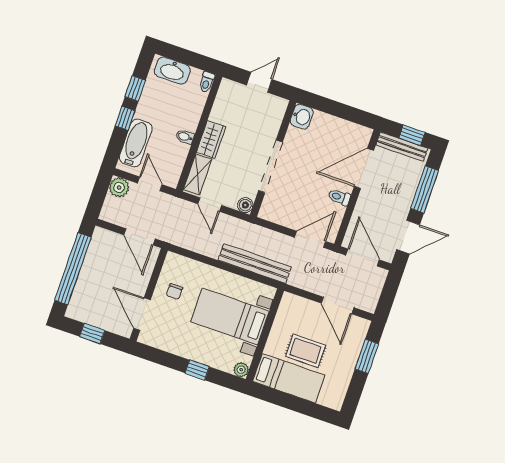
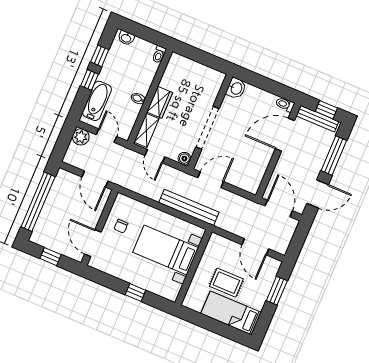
washbasin: (172, 71) -> (126, 38), width x0.52, depth x0.69
door: (259, 82) -> (203, 57), removed
toilet: (339, 197) -> (285, 104), moved
door: (310, 239) -> (211, 180), moved
plant: (241, 370) -> (172, 295), removed
bed: (289, 378) -> (231, 313), moved, turned 180

